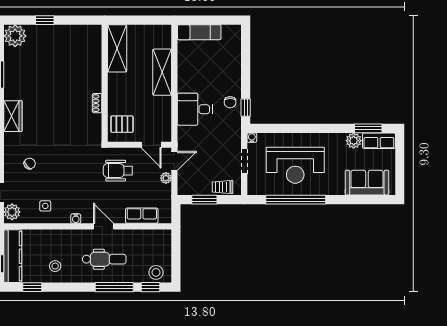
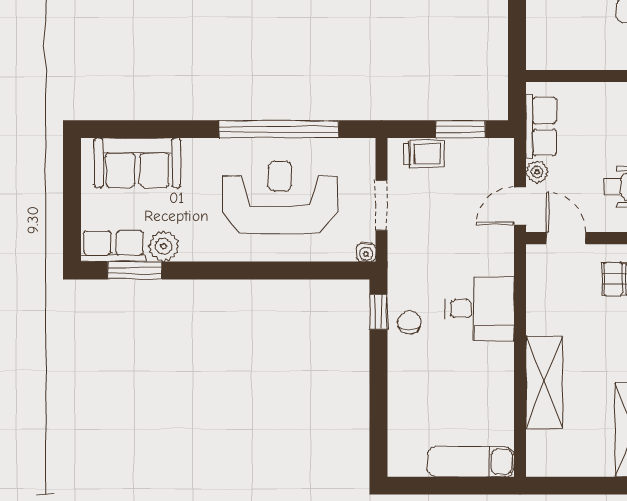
row of seats: (142, 216) -> (541, 126), moved, turned -90

